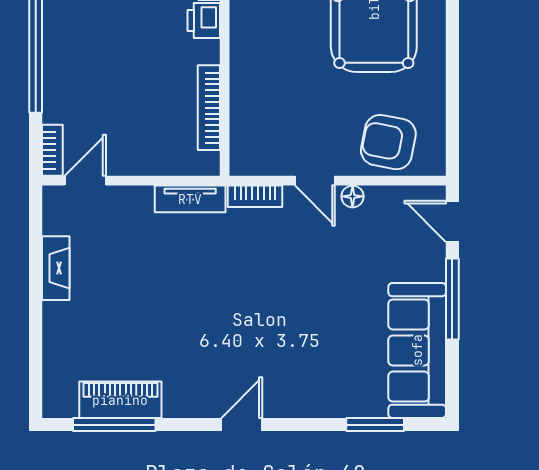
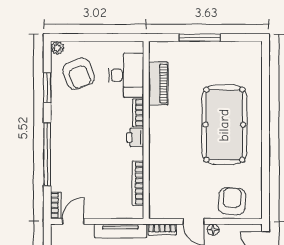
armchair: (388, 142) -> (232, 201), turned 82
tv unit: (190, 199) -> (121, 231), width x1.41

